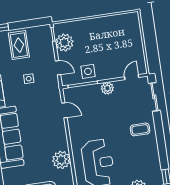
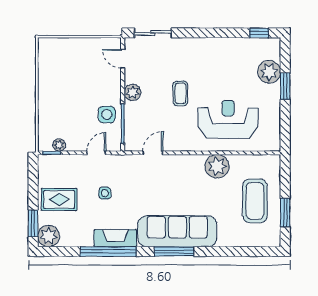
plant: (64, 42) -> (59, 145), width x0.53, depth x0.53
coffee table: (140, 129) -> (180, 93), moved

